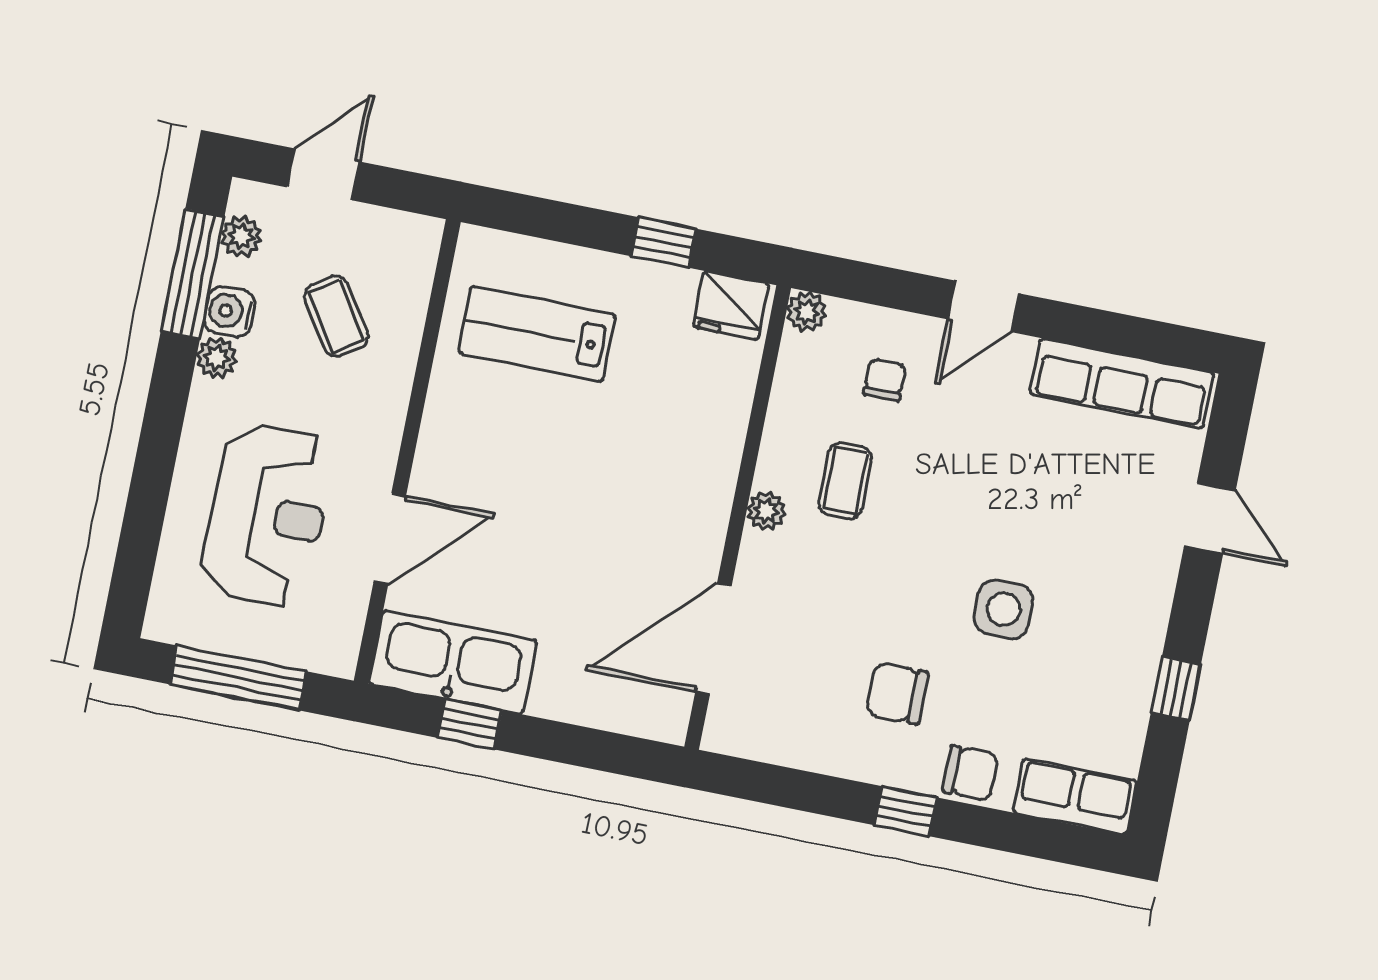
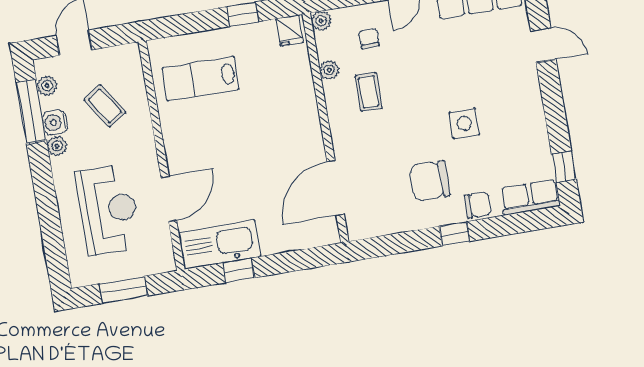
fridge: (731, 305) -> (290, 31), width x0.72
plant: (766, 511) -> (329, 70), moved
window: (238, 678) -> (123, 290), width x0.69
window: (1176, 689) -> (564, 167), moved
chair: (897, 693) -> (430, 181), width x1.37, depth x1.37

